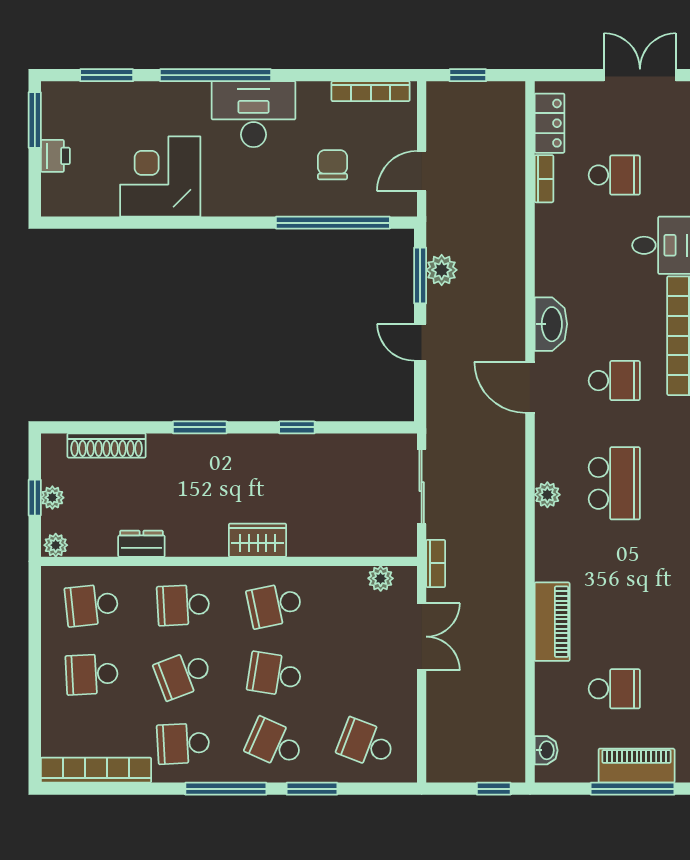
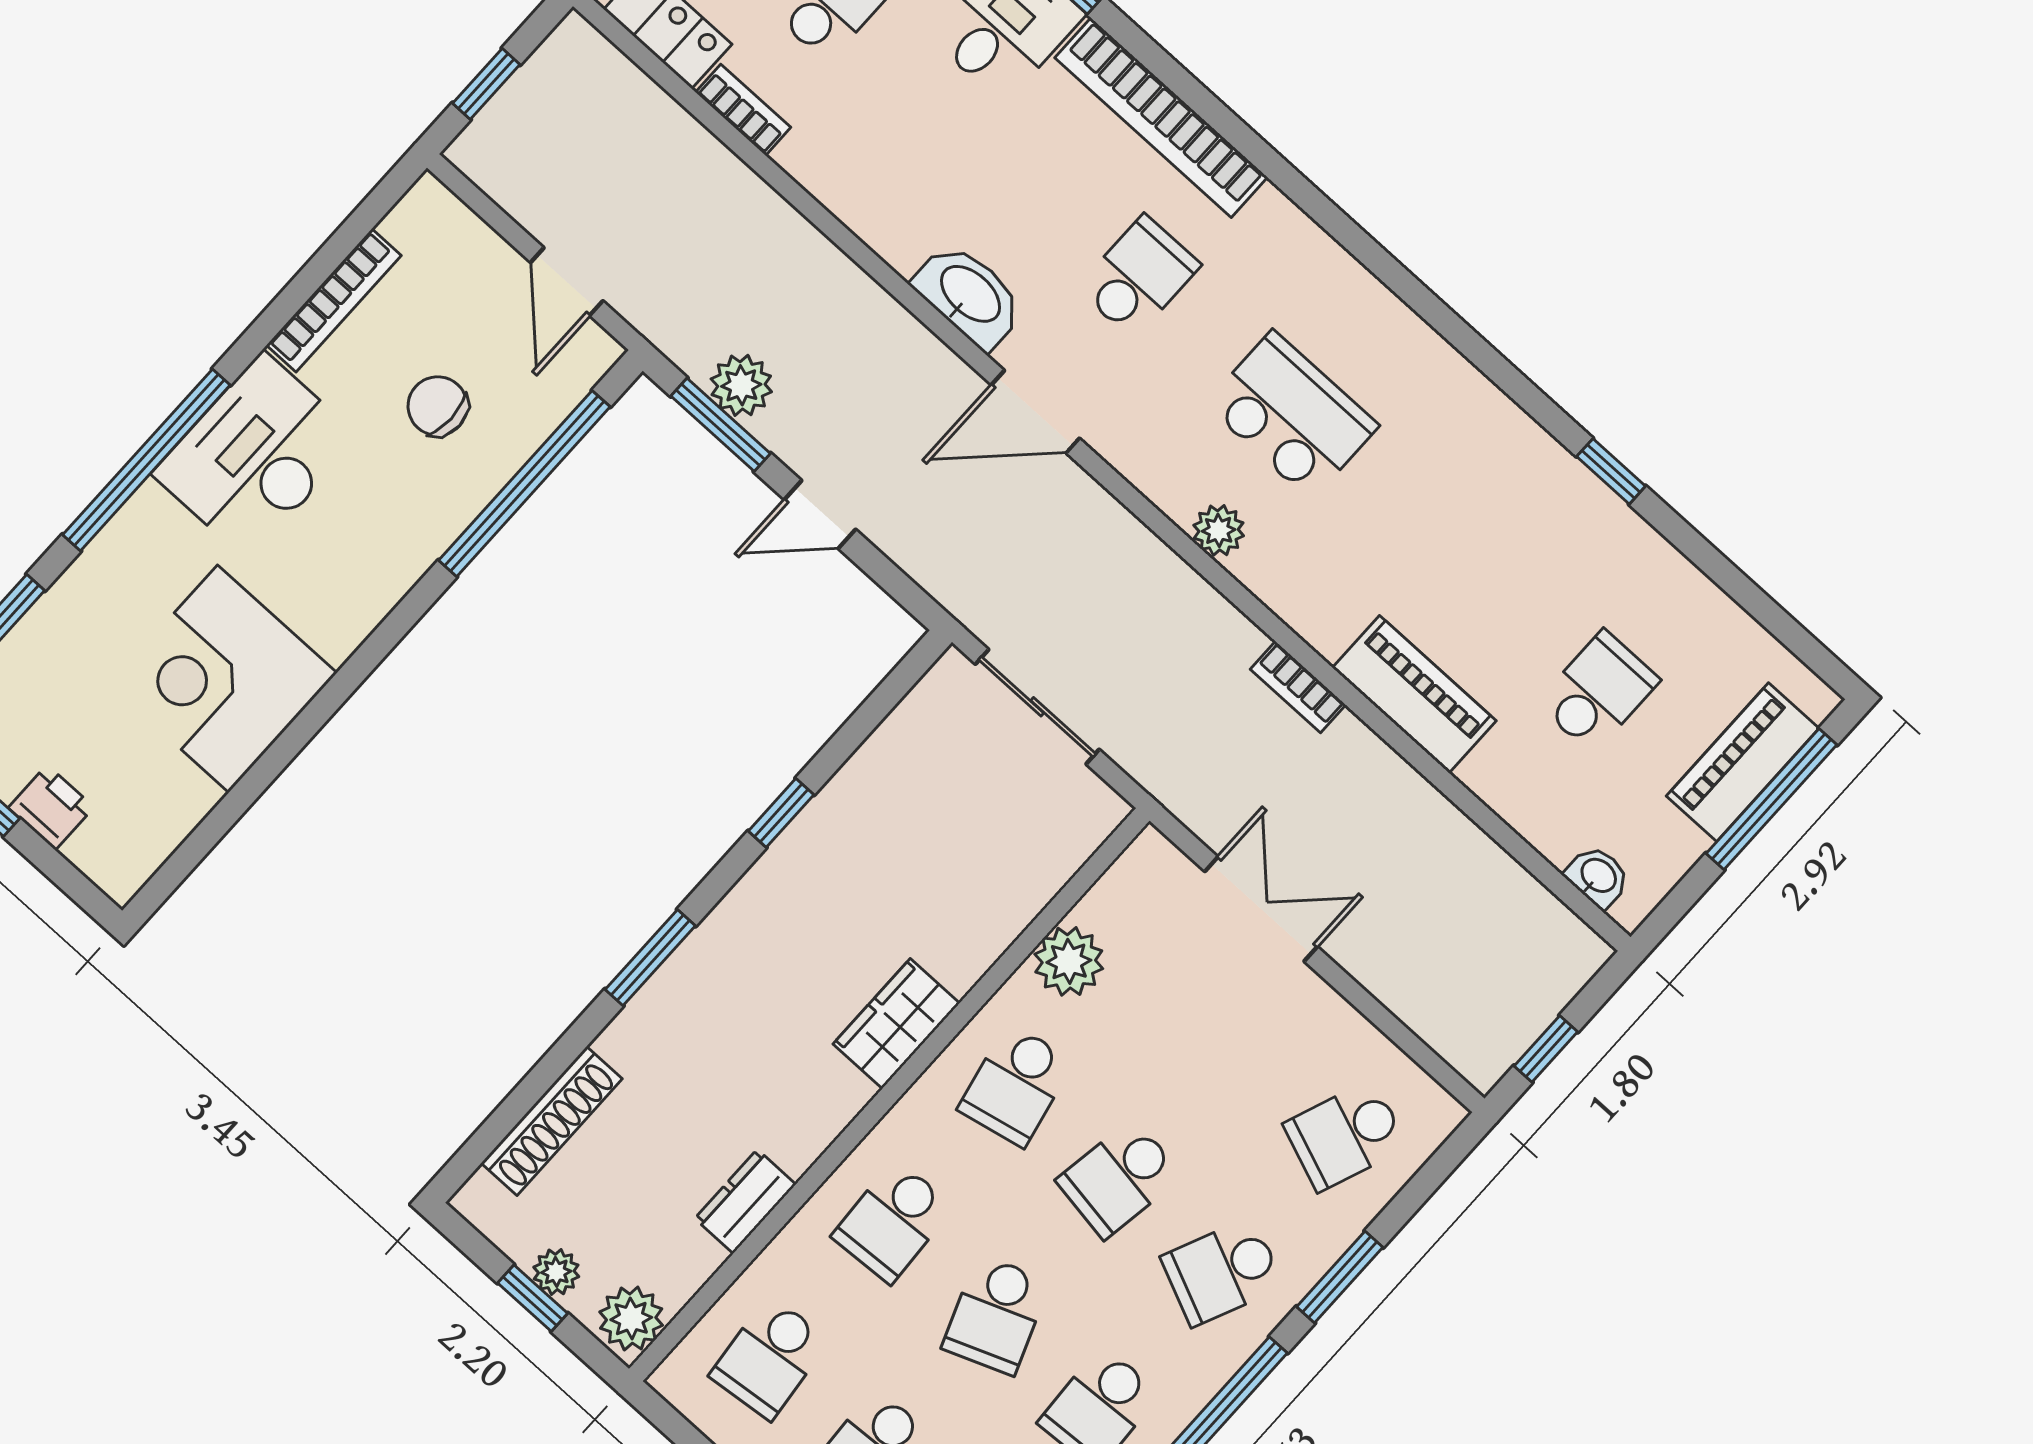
bookcase: (371, 91) -> (334, 300), moved
plant: (56, 545) -> (631, 1319), width x1.38, depth x1.38
bookcase: (436, 563) -> (1298, 687), moved, turned 180
plant: (381, 578) -> (1069, 961), moved, width x1.38, depth x1.38
window: (494, 789) -> (1546, 1049), moved

